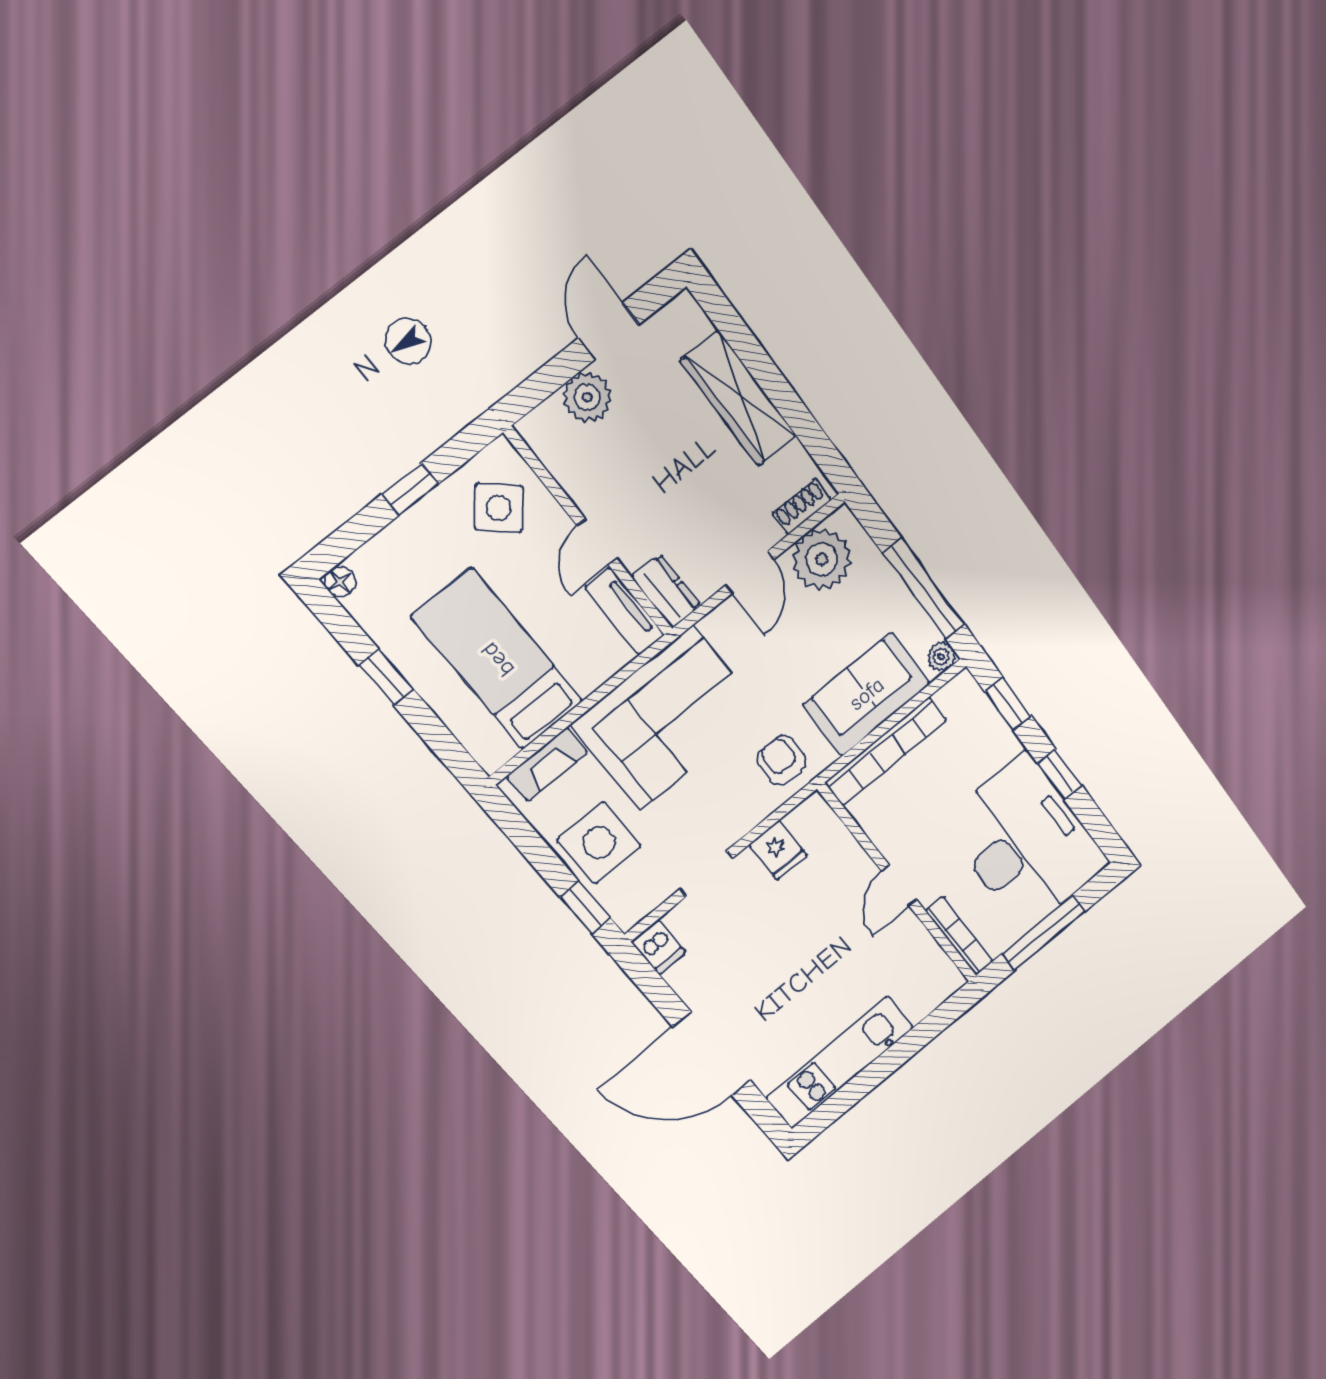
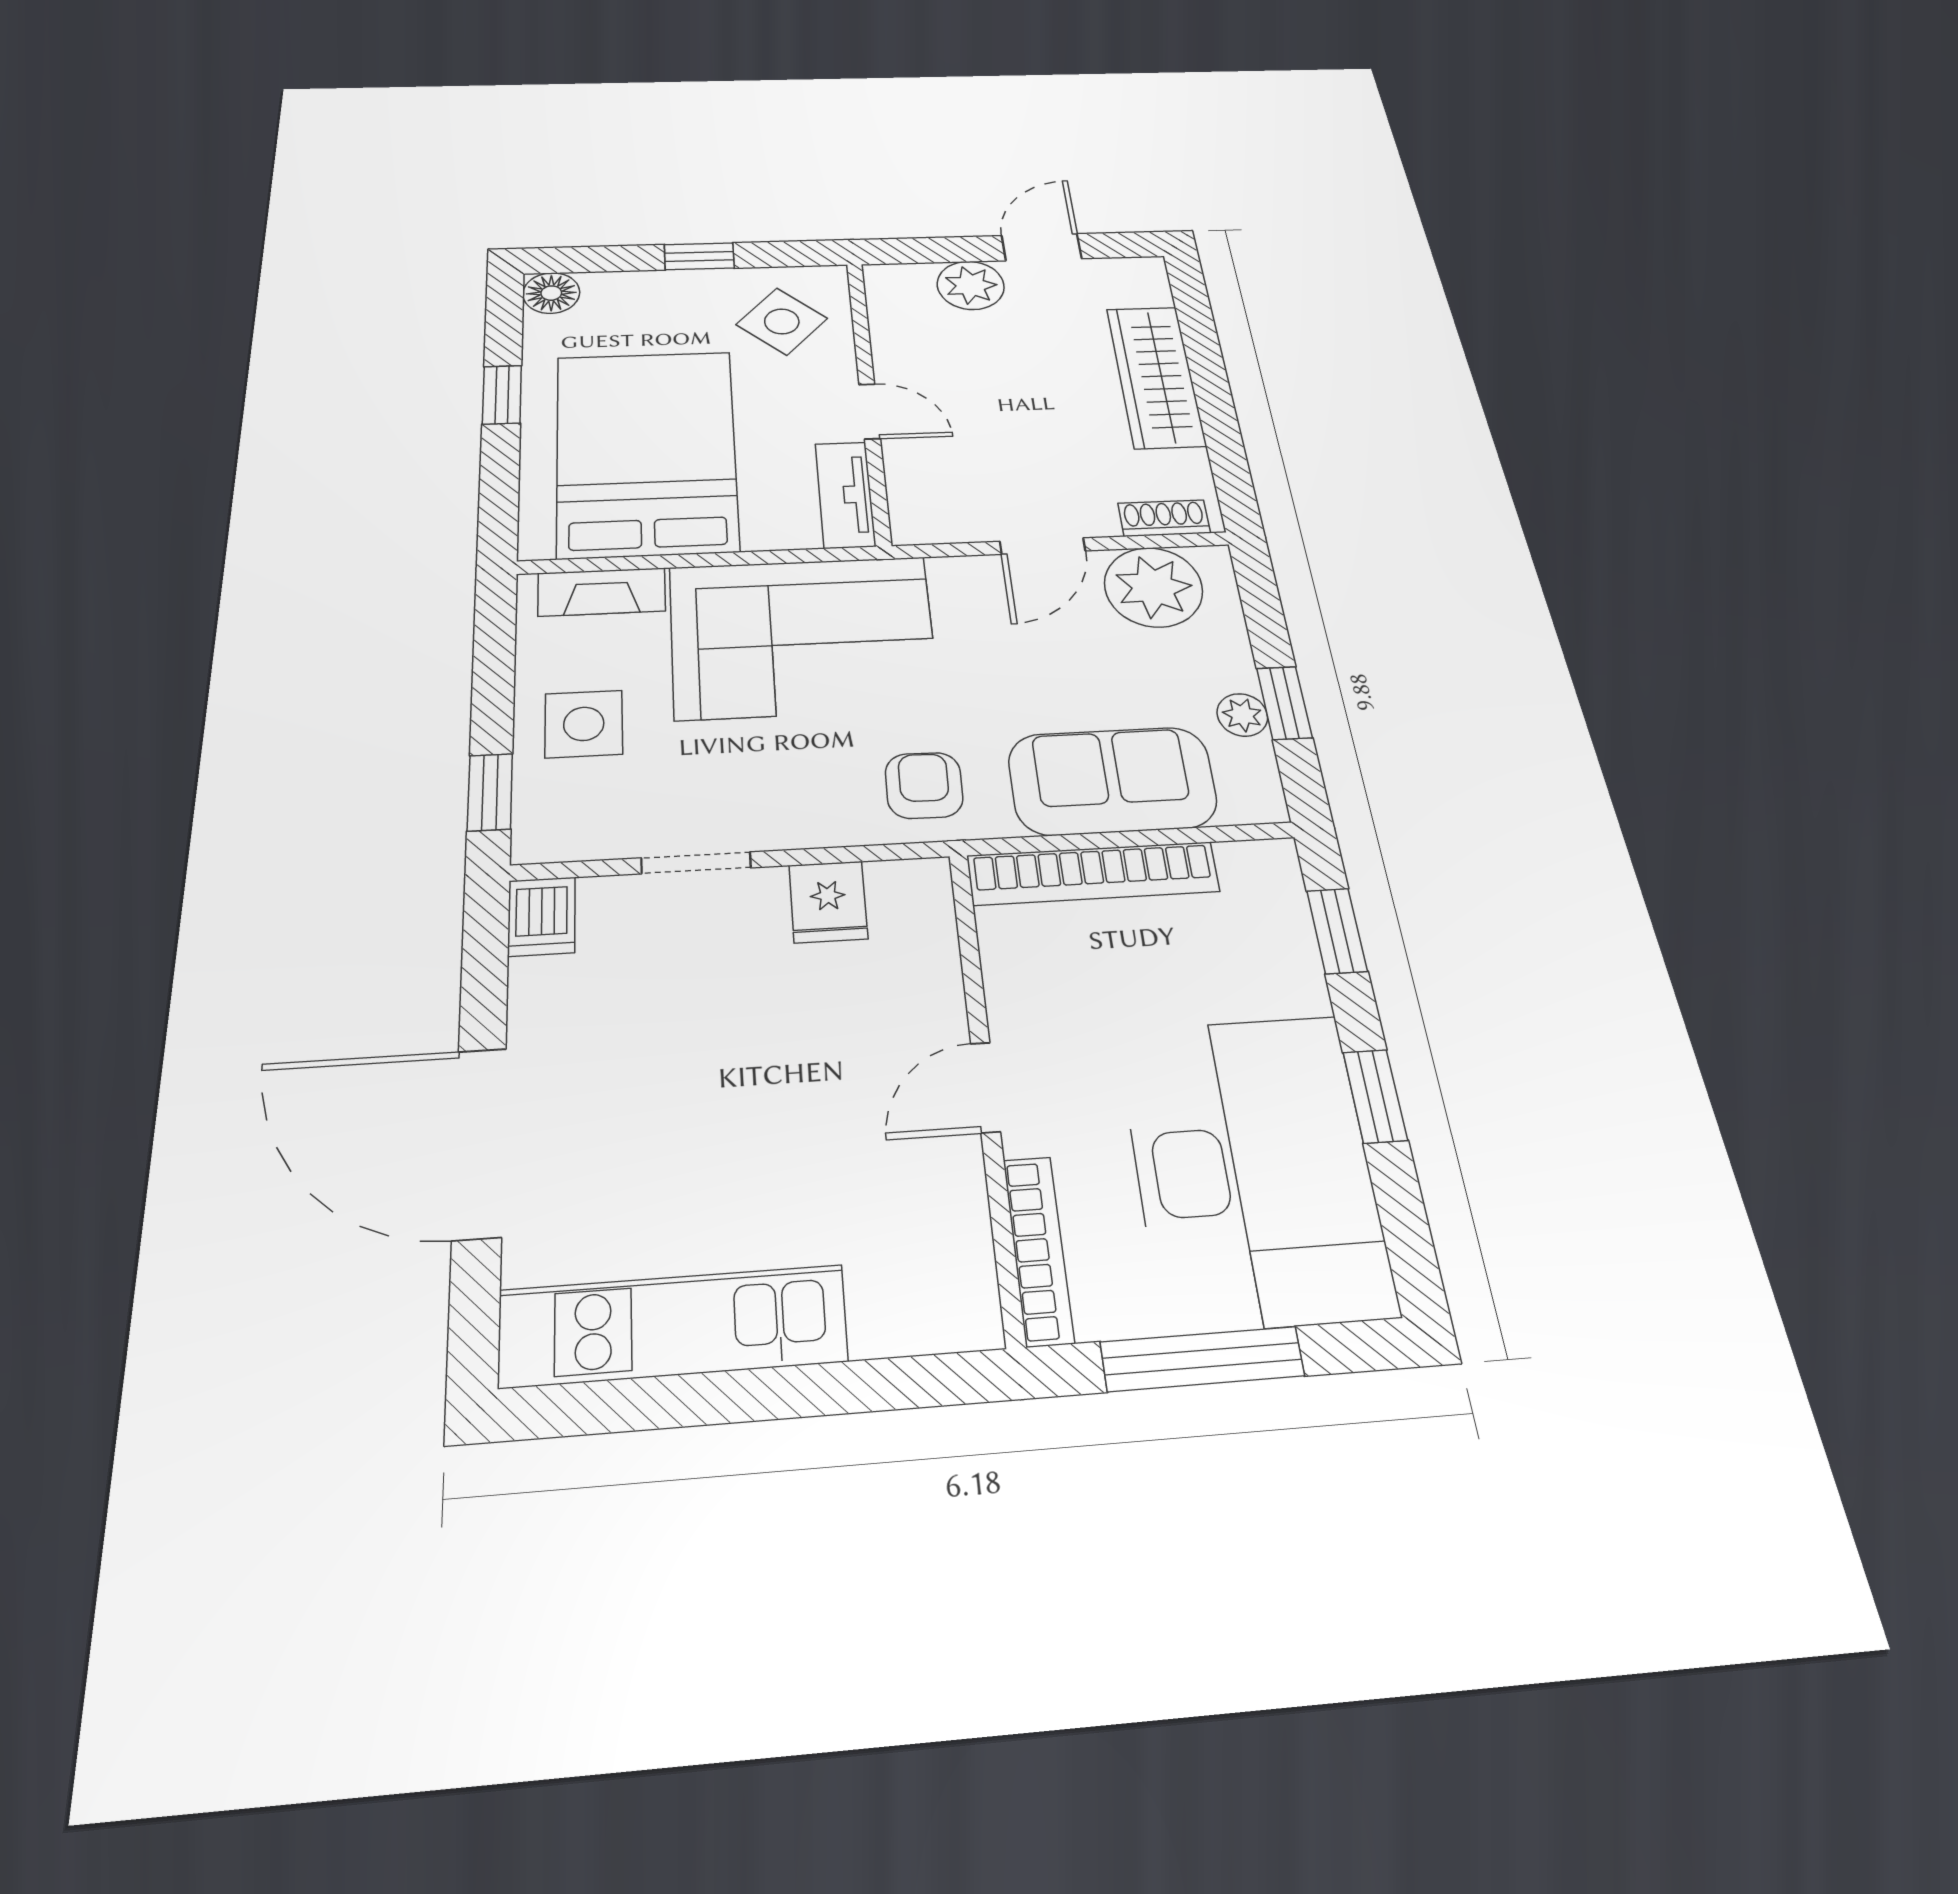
door: (597, 542) -> (870, 411), swing flipped
floor lamp: (340, 582) -> (551, 293), width x1.37, depth x1.37
window: (924, 589) -> (1284, 703), width x0.46
dresser: (666, 591) -> (916, 504), removed
plant: (941, 657) -> (1242, 715), moved
bed: (498, 659) -> (646, 452), width x1.50
side table: (599, 843) -> (584, 724), width x0.73, depth x0.73

